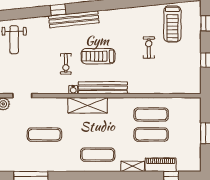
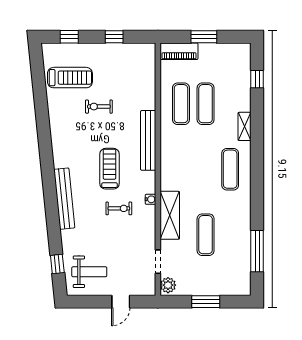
window: (58, 10) -> (57, 264), moved
treadmill: (98, 56) -> (110, 169), turned 180
bench: (103, 88) -> (148, 140), moved
shelving: (88, 105) -> (170, 215), moved
piano: (161, 165) -> (179, 51), moved, turned -90

